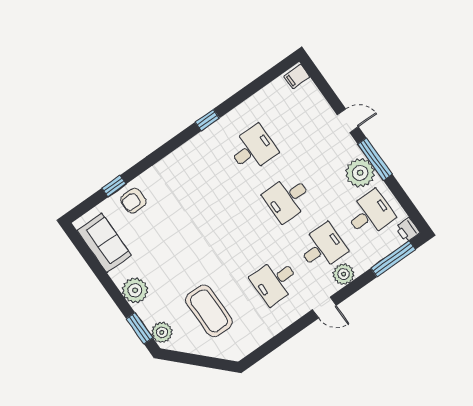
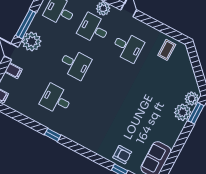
filing cabinet: (321, 111) -> (13, 71), added
plant: (360, 173) -> (32, 41), moved
plant: (135, 290) -> (183, 112), moved
coffee table: (209, 311) -> (167, 50), moved, width x0.54, depth x0.58

